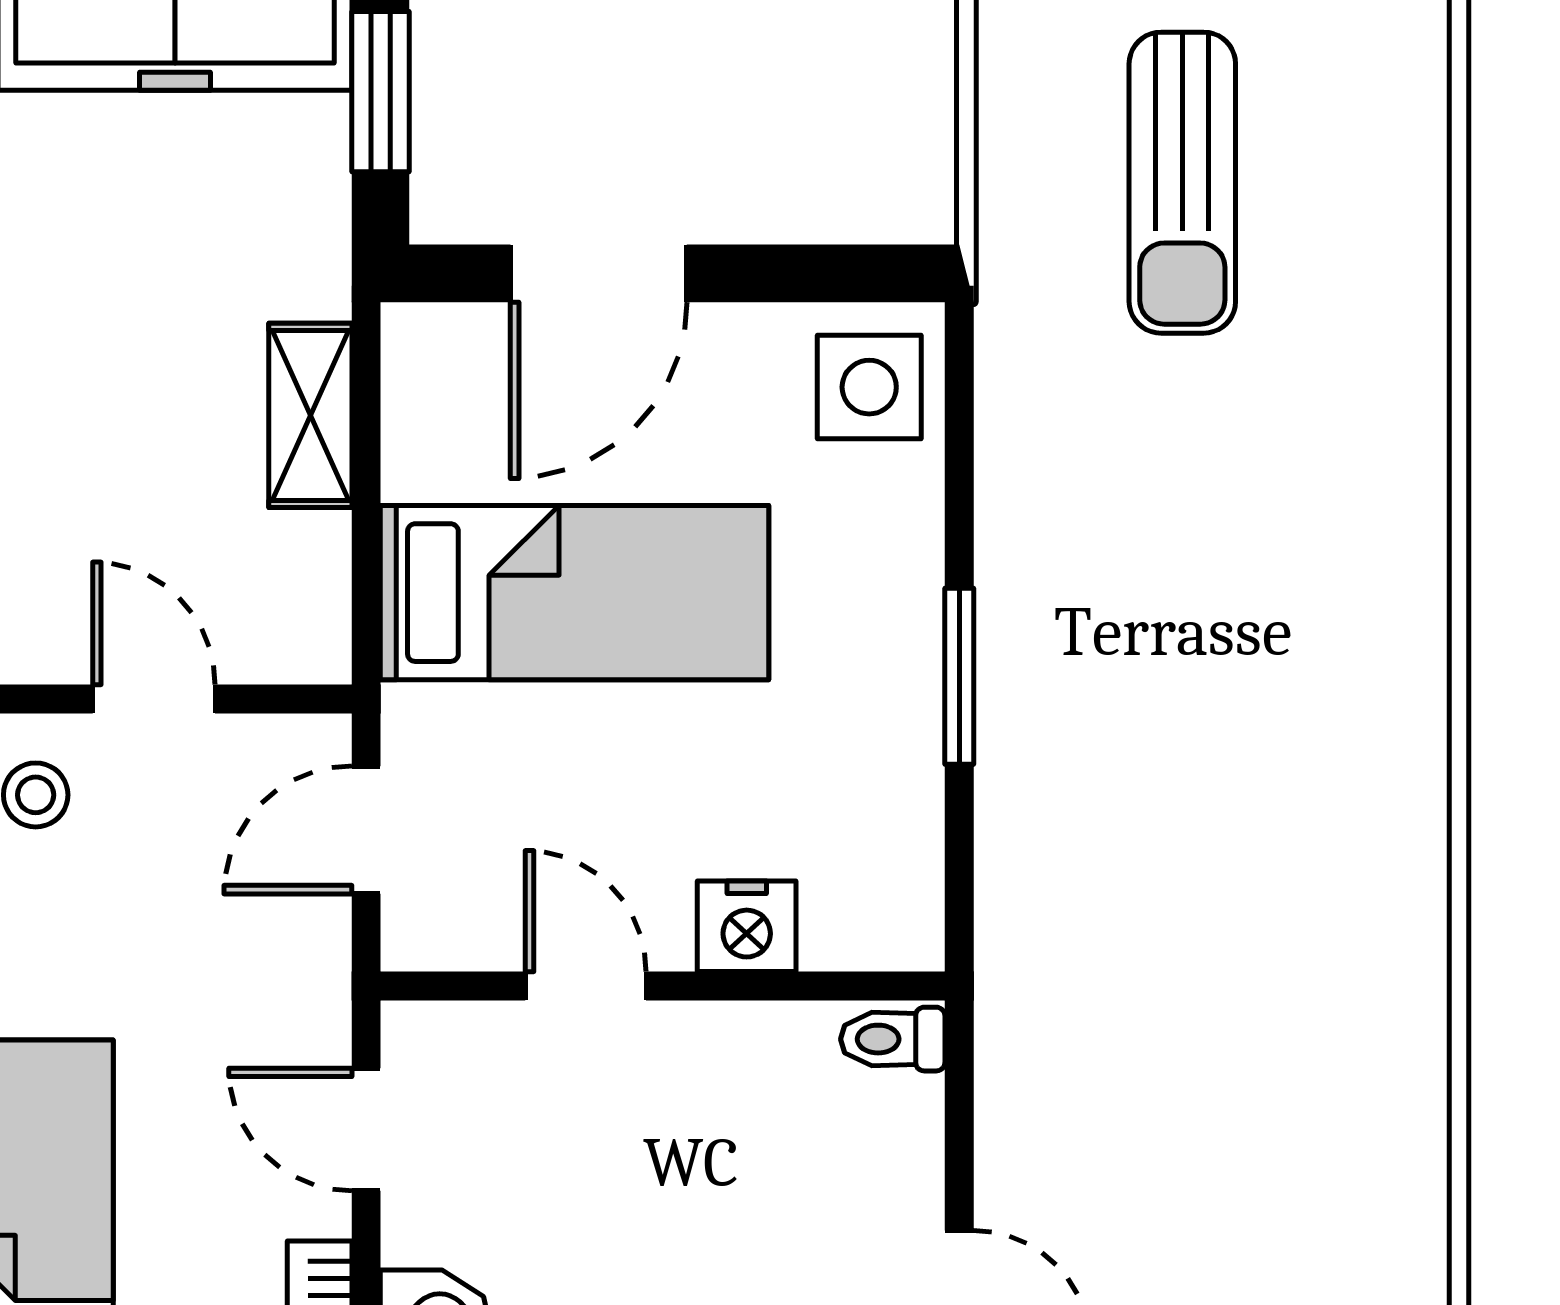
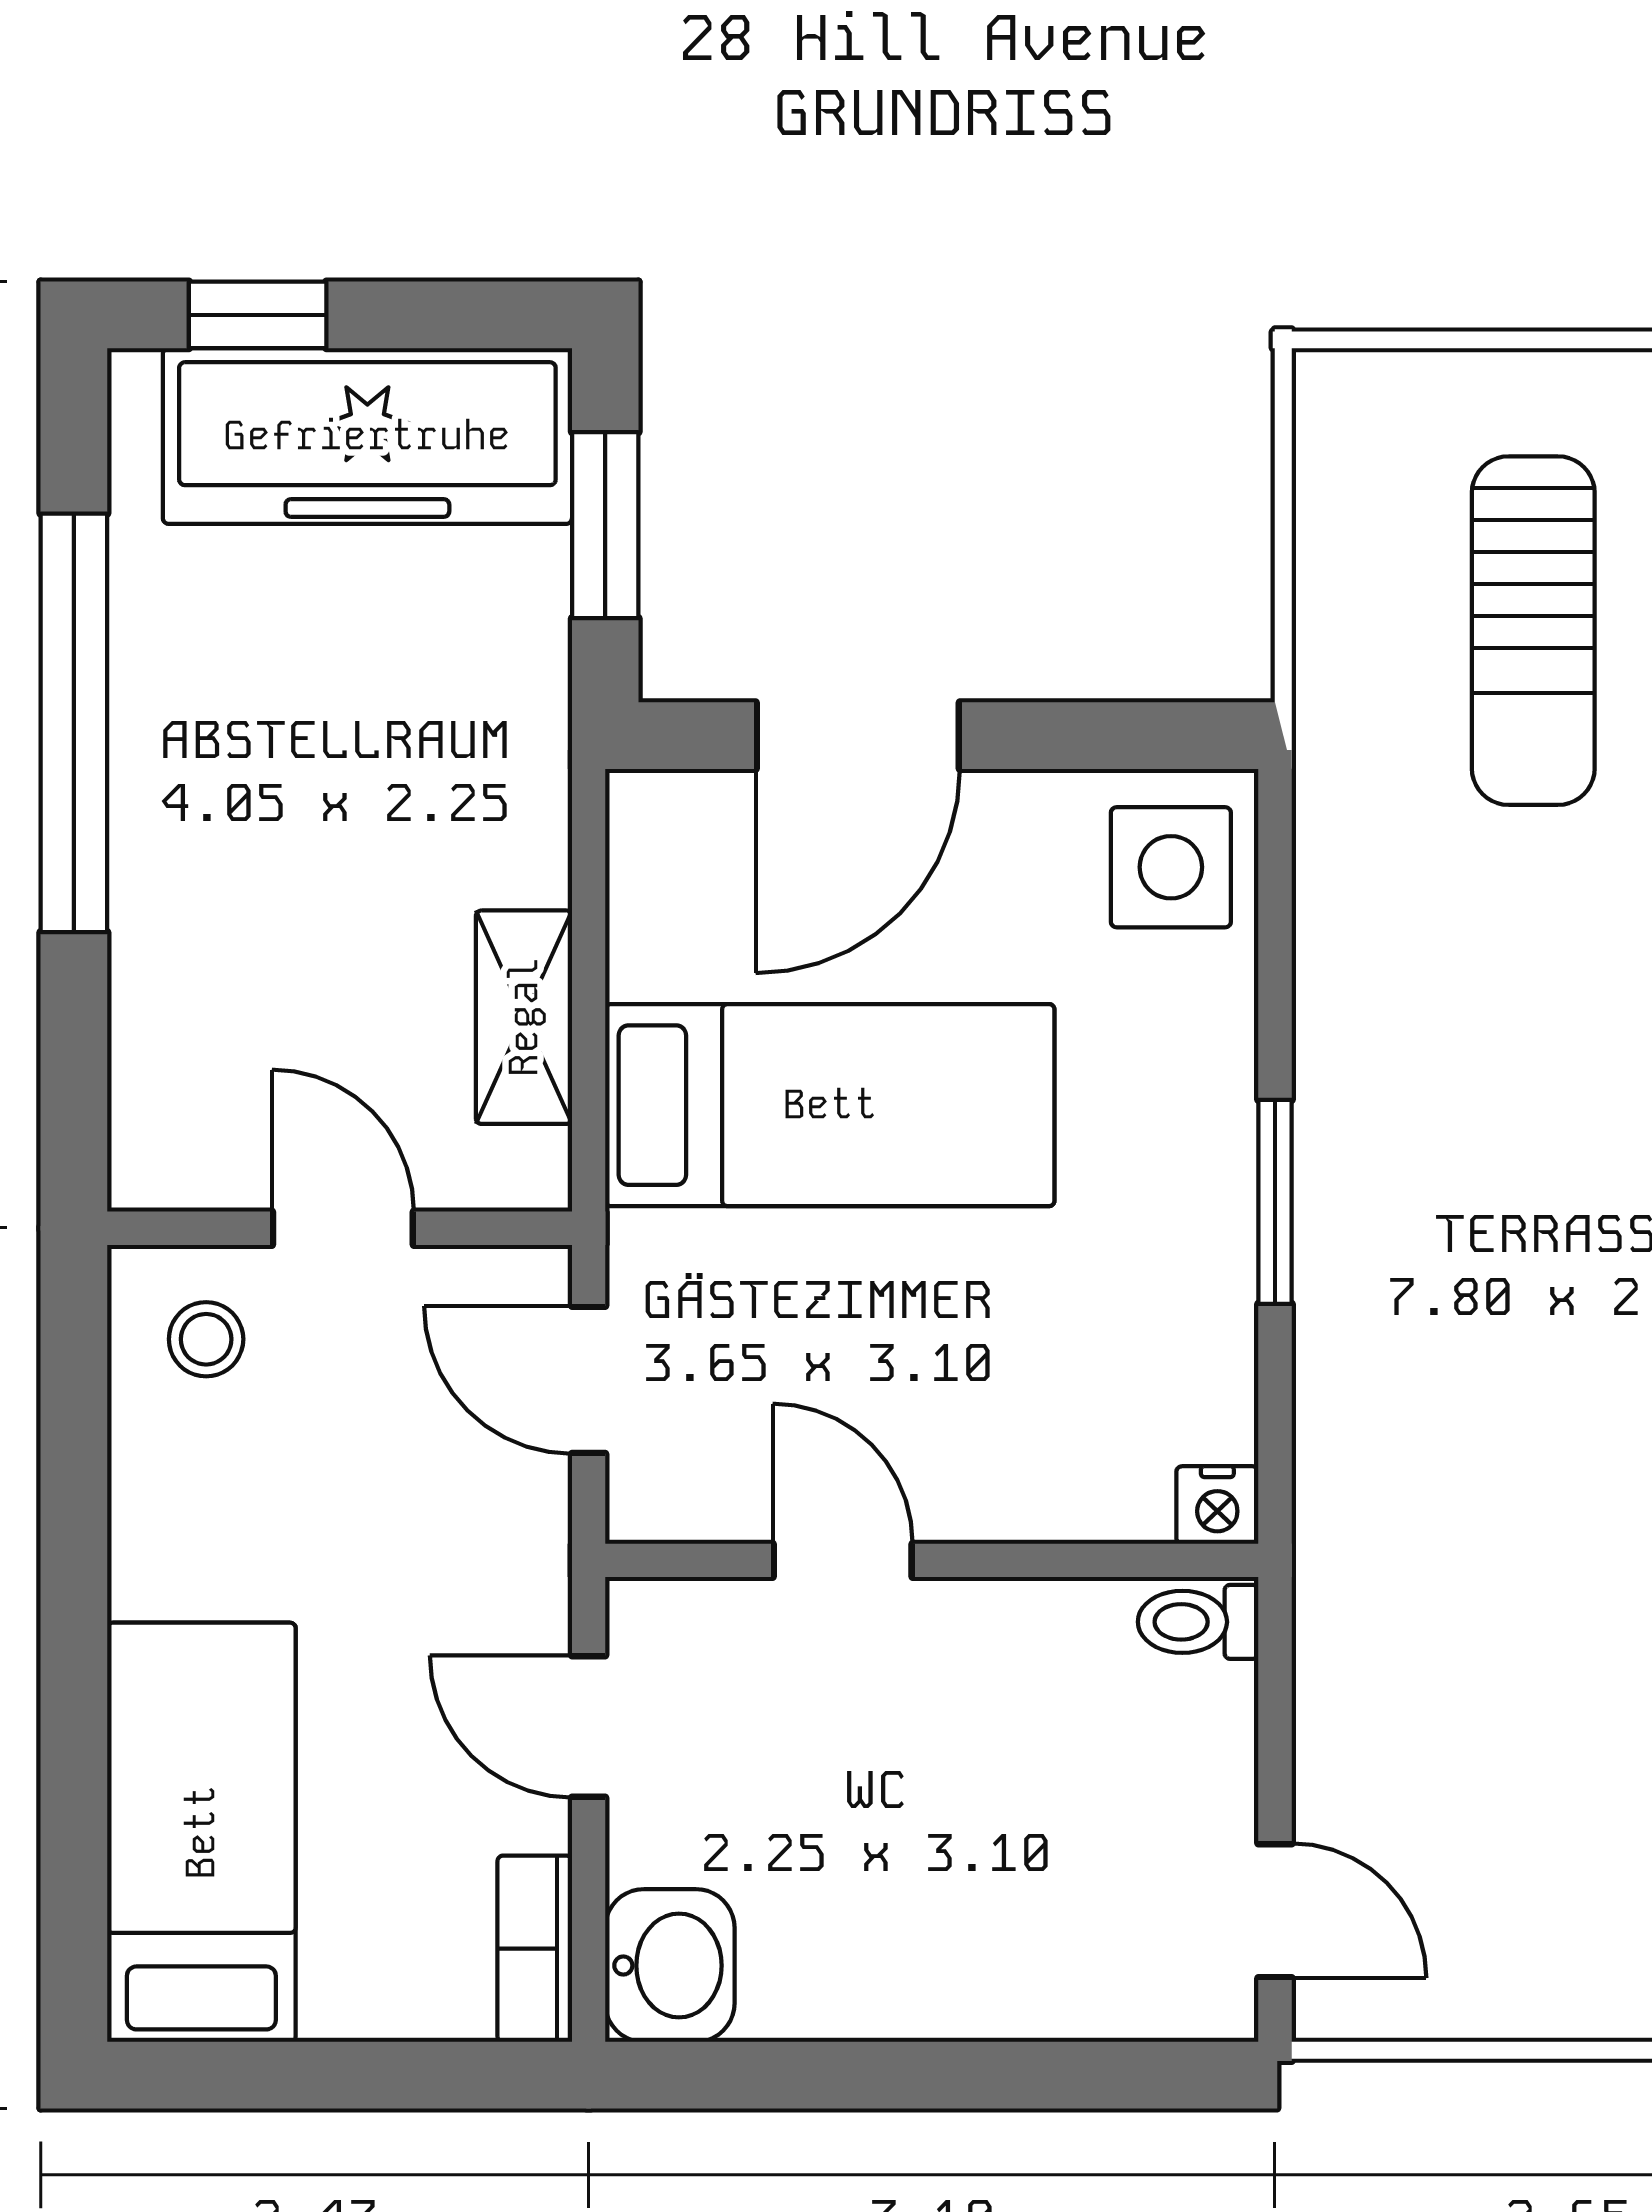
shelving: (310, 415) -> (524, 1017), moved
door: (366, 830) -> (589, 1380), hinge flipped
nightstand: (747, 926) -> (1217, 1505), moved, width x0.72, depth x0.74

